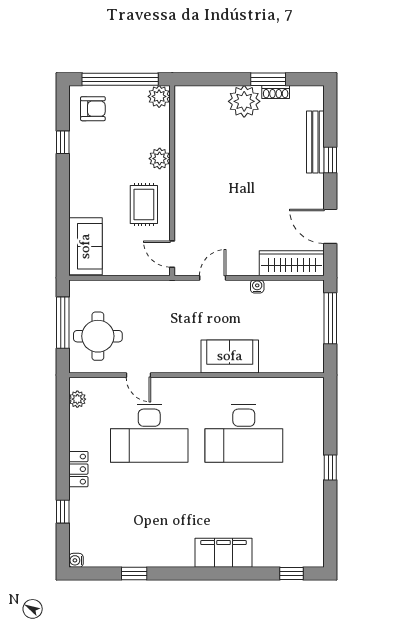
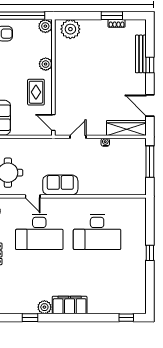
plant: (244, 101) -> (70, 29), moved
sofa: (230, 356) -> (60, 185), moved
filing cabinet: (223, 553) -> (70, 305), moved
plant: (158, 556) -> (44, 307), added

